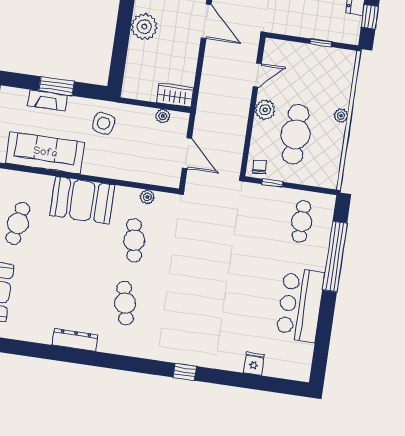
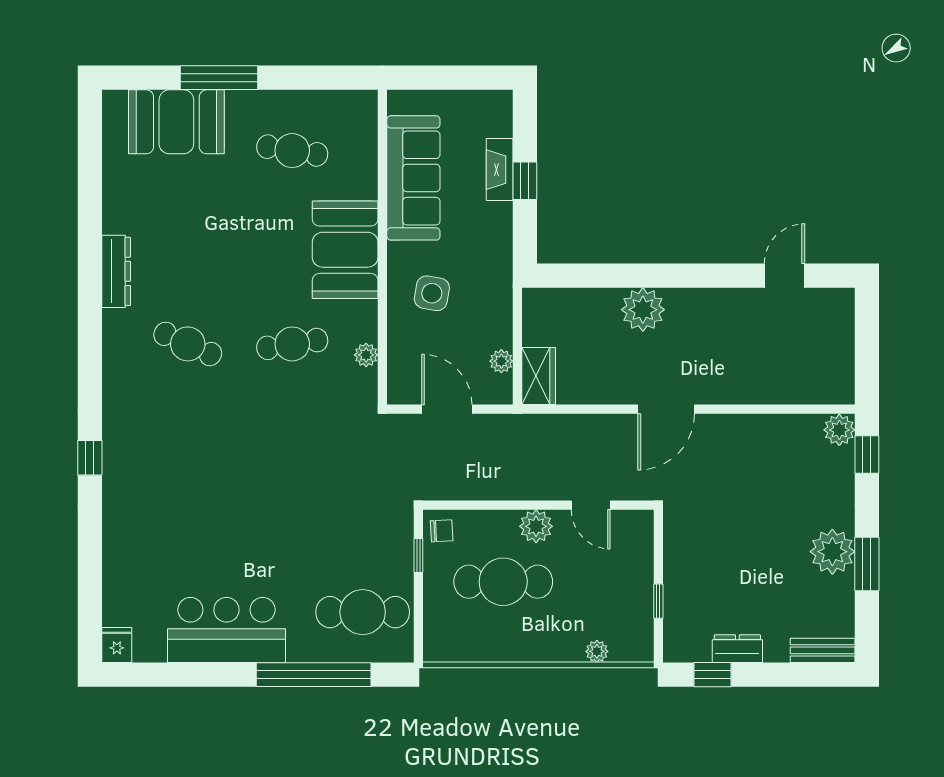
window: (56, 86) -> (525, 181), width x0.67
plant: (341, 116) -> (597, 651), moved
side table: (104, 123) -> (432, 293), moved
door: (187, 153) -> (447, 409), swing flipped
cafe table: (301, 222) -> (363, 612), width x1.37, depth x1.35
cafe table: (125, 303) -> (188, 344), turned 36
fridge: (254, 364) -> (117, 645), moved, turned -90

